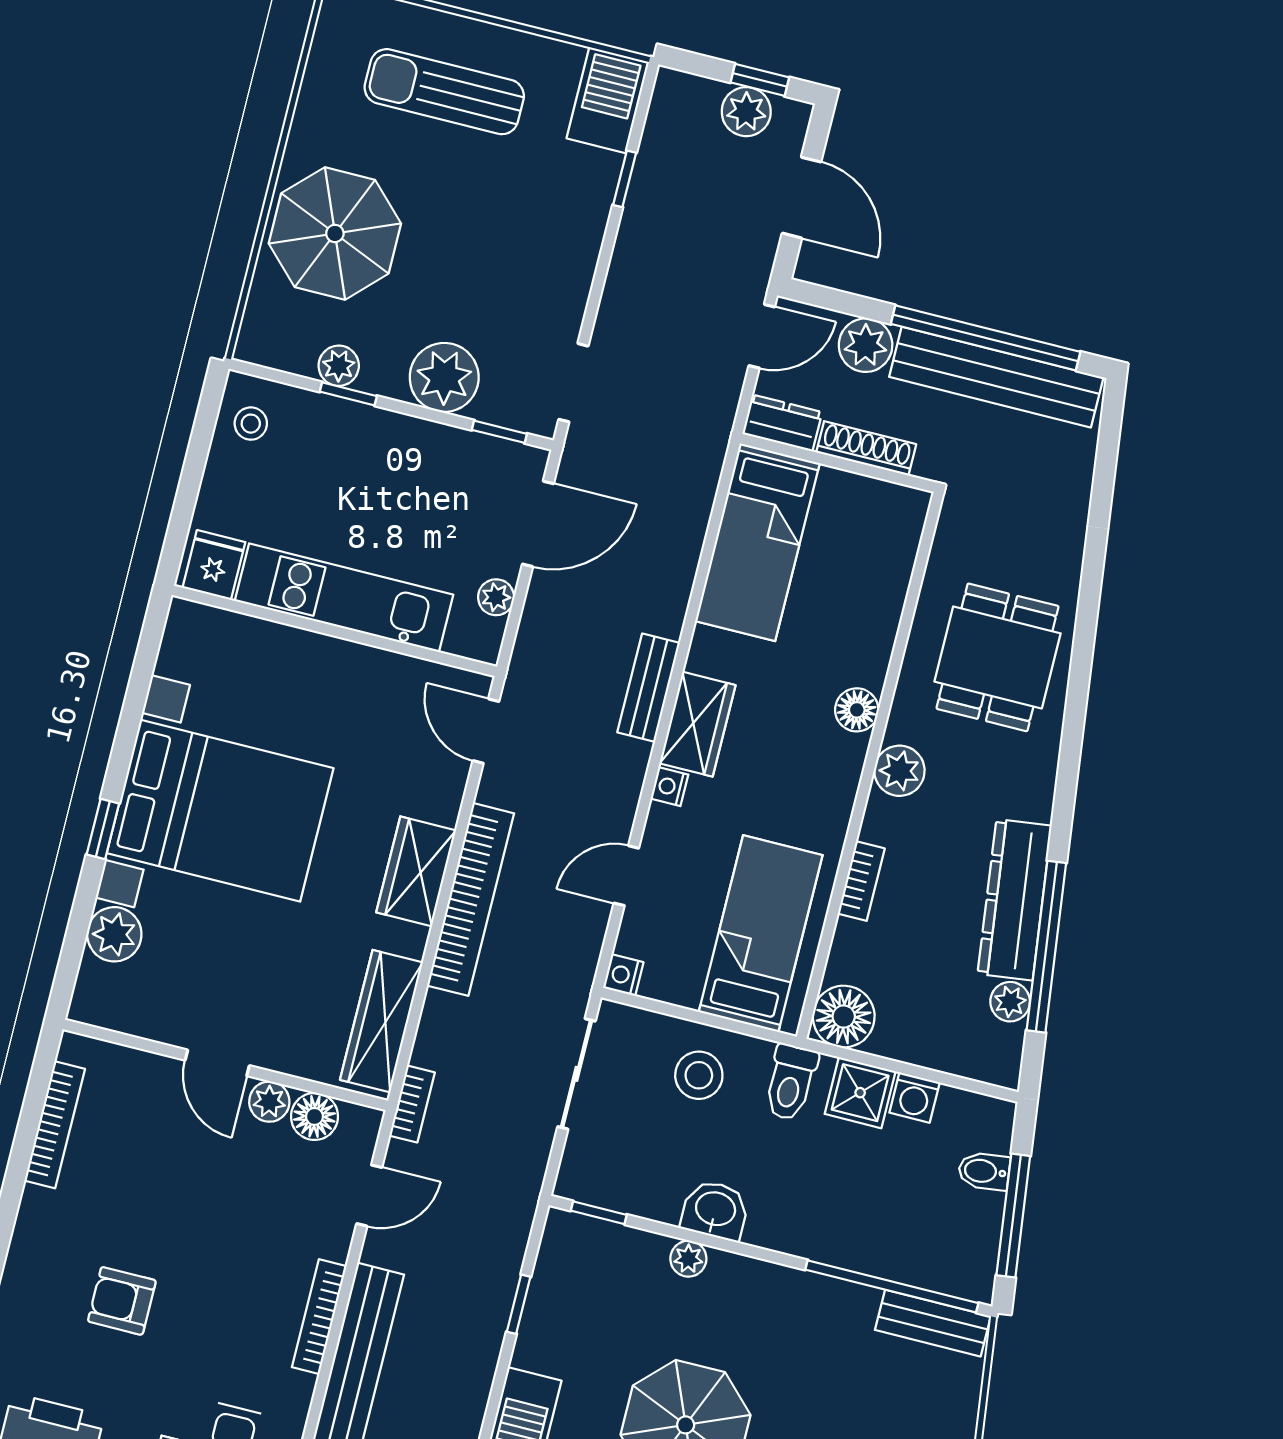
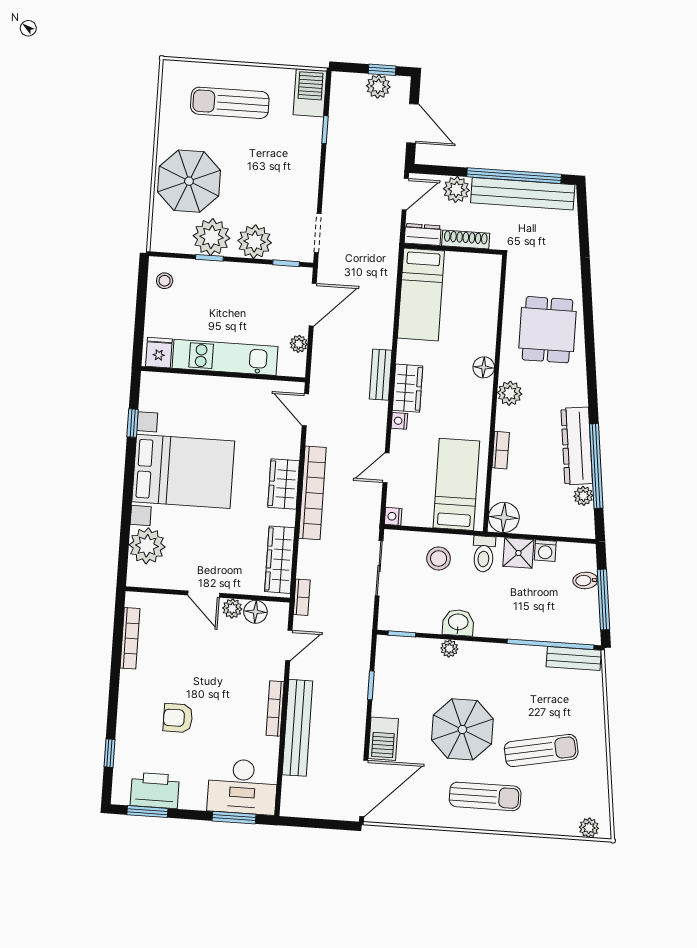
plant: (339, 366) -> (212, 237), width x1.88, depth x1.88
window: (103, 829) -> (133, 423), moved
plant: (114, 934) -> (147, 546), width x1.36, depth x1.36

